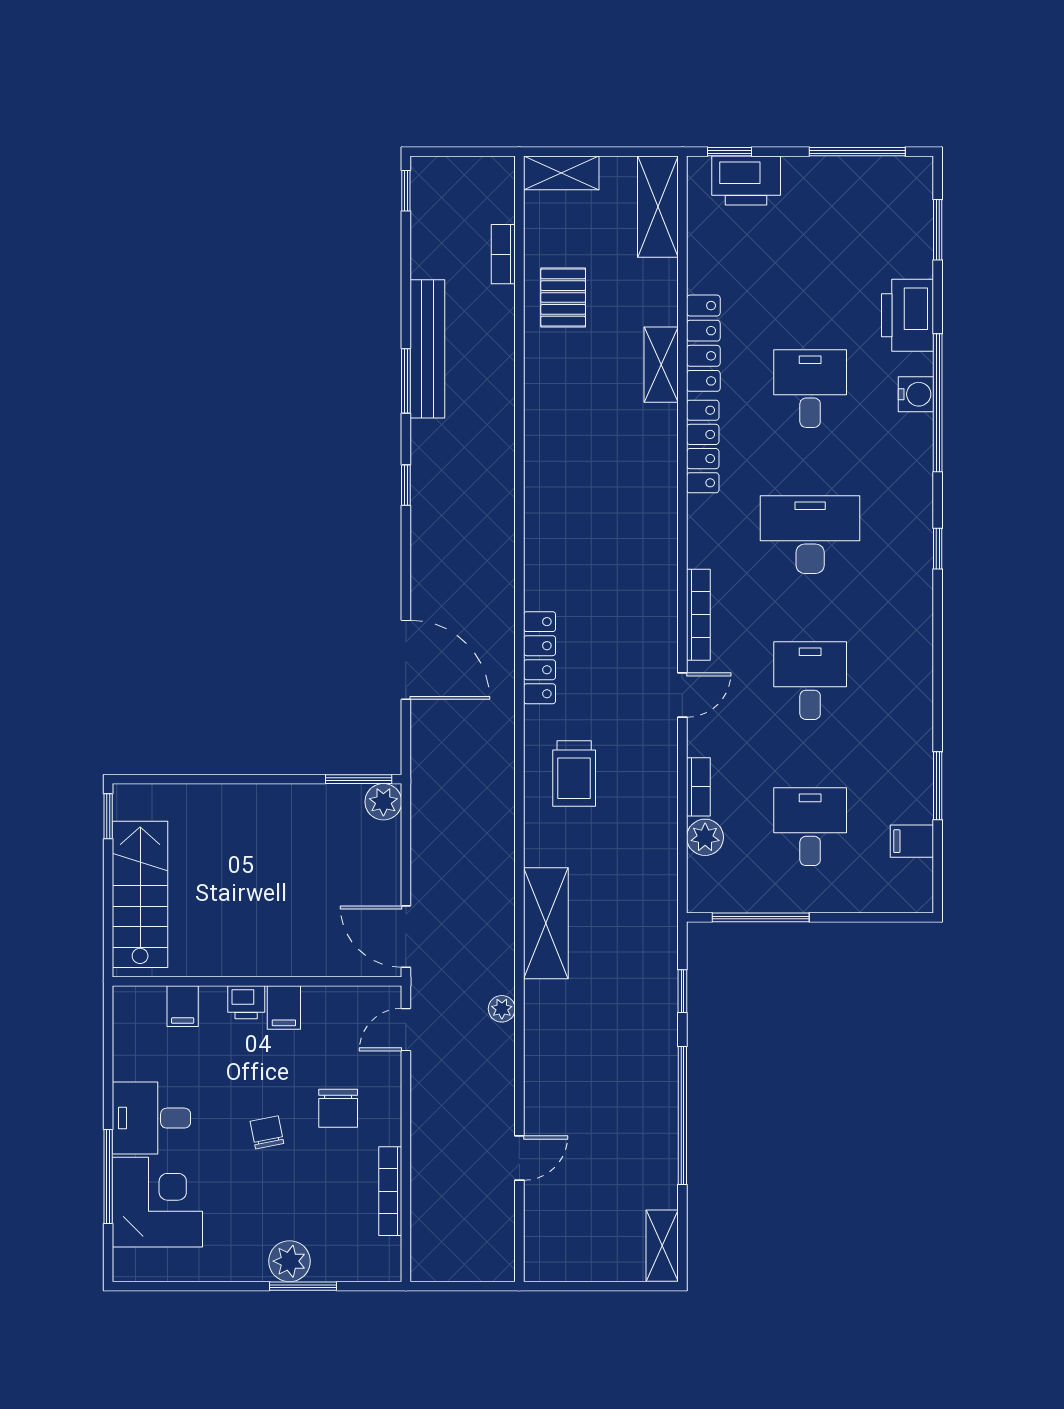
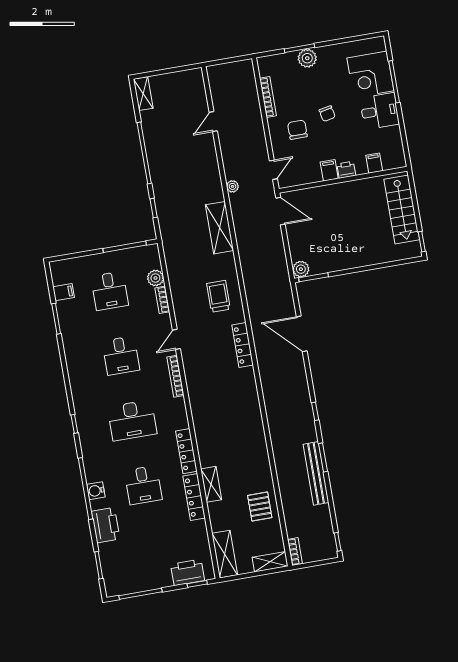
bookcase: (503, 254) -> (295, 552), moved

